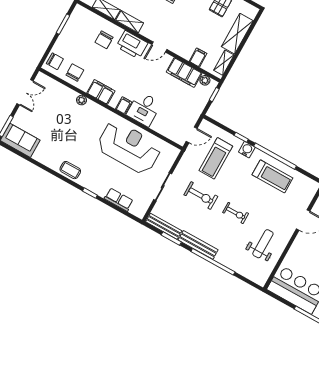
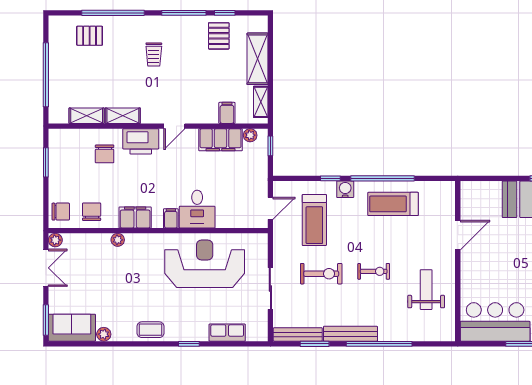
plant: (41, 78) -> (55, 240), added
plant: (38, 156) -> (104, 334), added
treadmill: (272, 176) -> (393, 204), turned 180

